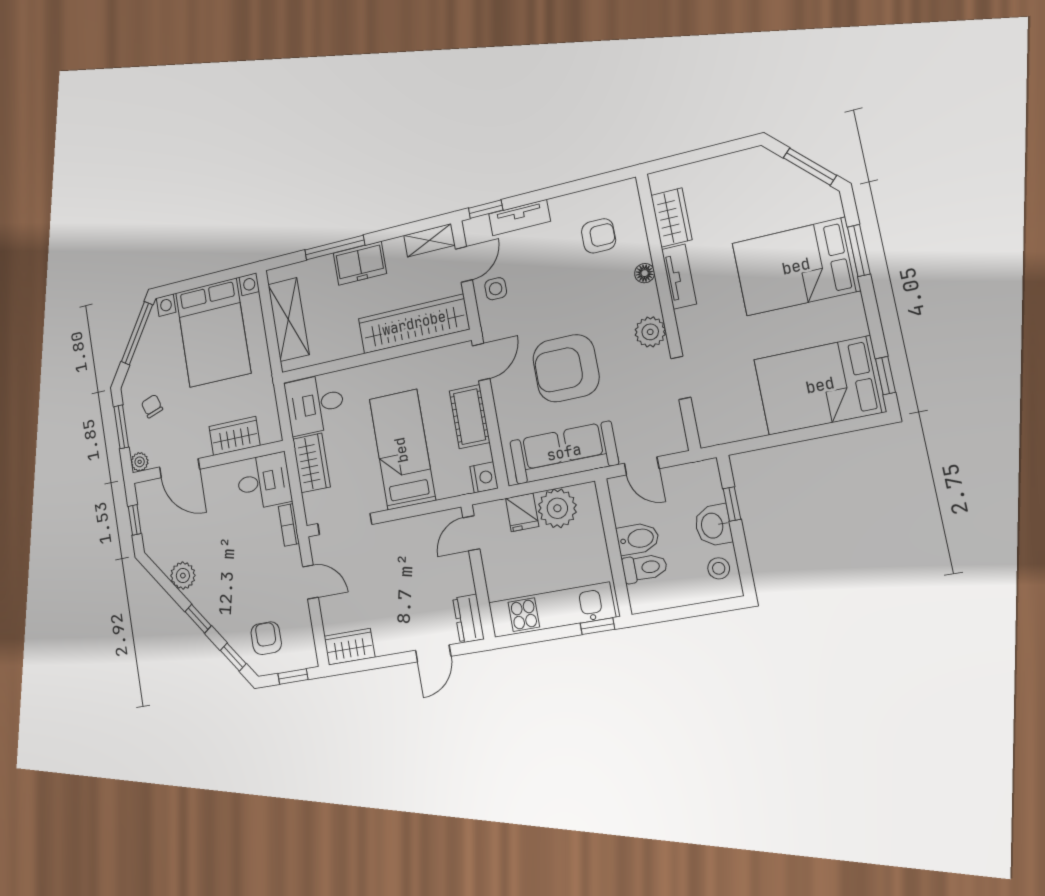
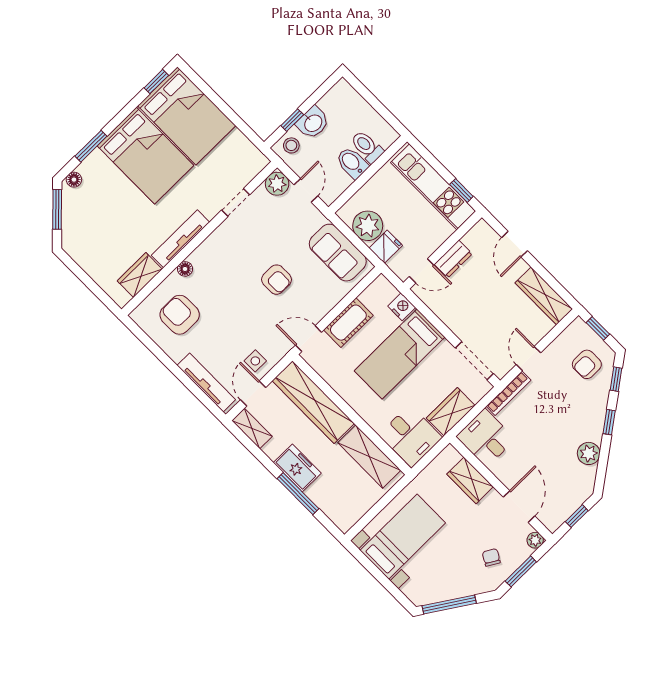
floor lamp: (832, 207) -> (74, 180), added
window: (486, 209) -> (208, 403), removed
tv unit: (520, 218) -> (206, 383), width x1.41
armchair: (599, 236) -> (180, 315), width x1.38, depth x1.38
door: (464, 264) -> (253, 394), hinge flipped
bed: (796, 267) -> (146, 156), moved
tv unit: (679, 277) -> (180, 239), width x1.41
shelving: (288, 319) -> (369, 456), moved, turned 90
plant: (650, 332) -> (277, 184), moved
bed with nightstands: (213, 333) -> (403, 537), width x0.73
armchair: (566, 368) -> (277, 280), width x0.53, depth x0.53
chair: (152, 406) -> (491, 557), turned 138
sofa: (564, 453) -> (338, 253), width x0.73
nightstand: (484, 477) -> (402, 307), moved, turned 90
bookcase: (289, 525) -> (509, 393), width x1.56
stool: (719, 568) -> (291, 145), moved
dresser: (468, 619) -> (453, 259), moved
window: (598, 626) -> (461, 190), moved
wardrobe: (349, 647) -> (544, 296), width x1.50
door: (433, 653) -> (515, 244), swing flipped

